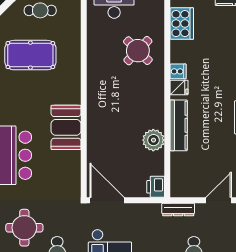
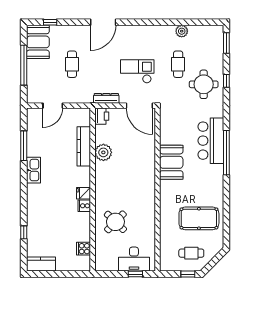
cooker: (182, 24) -> (83, 249), width x0.53, depth x0.76
kitchen counter: (179, 125) -> (84, 146), moved
dresser: (178, 210) -> (106, 98), moved

